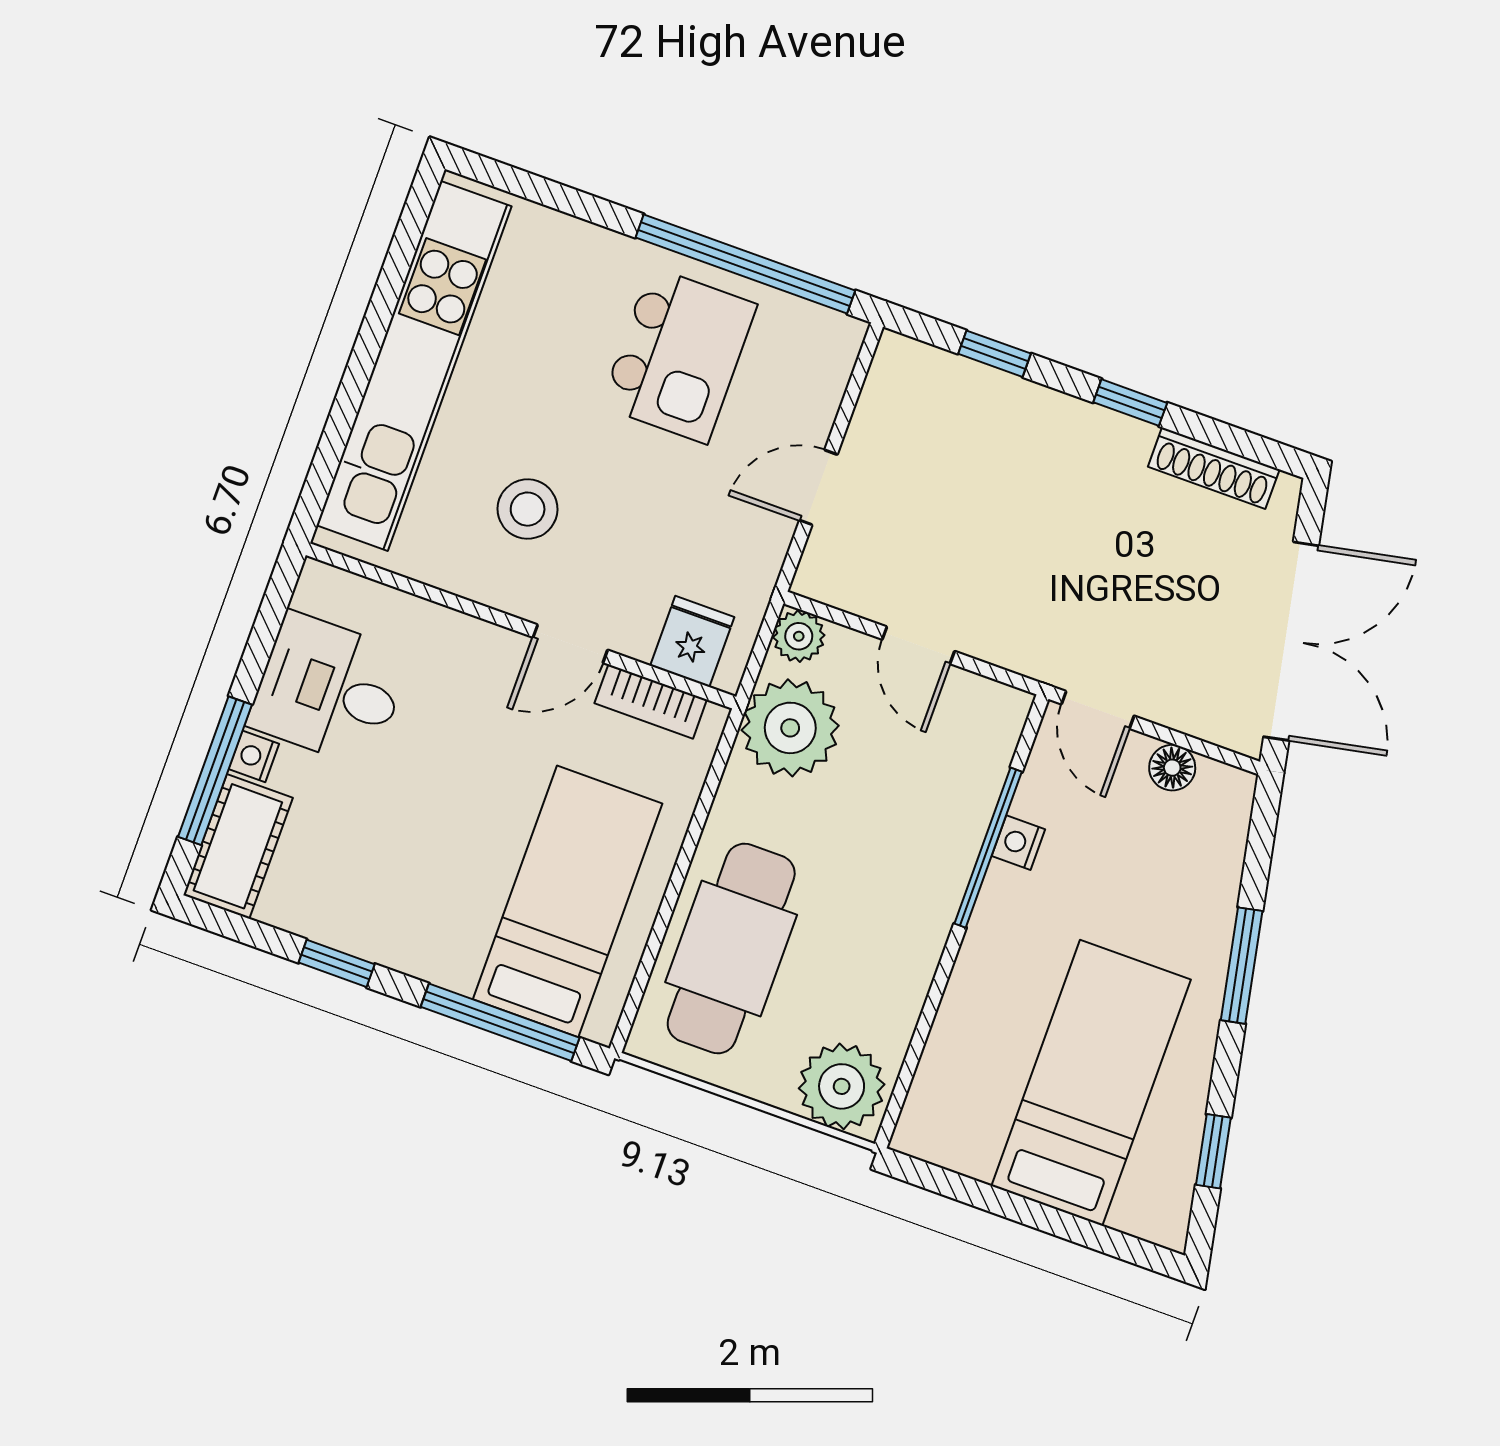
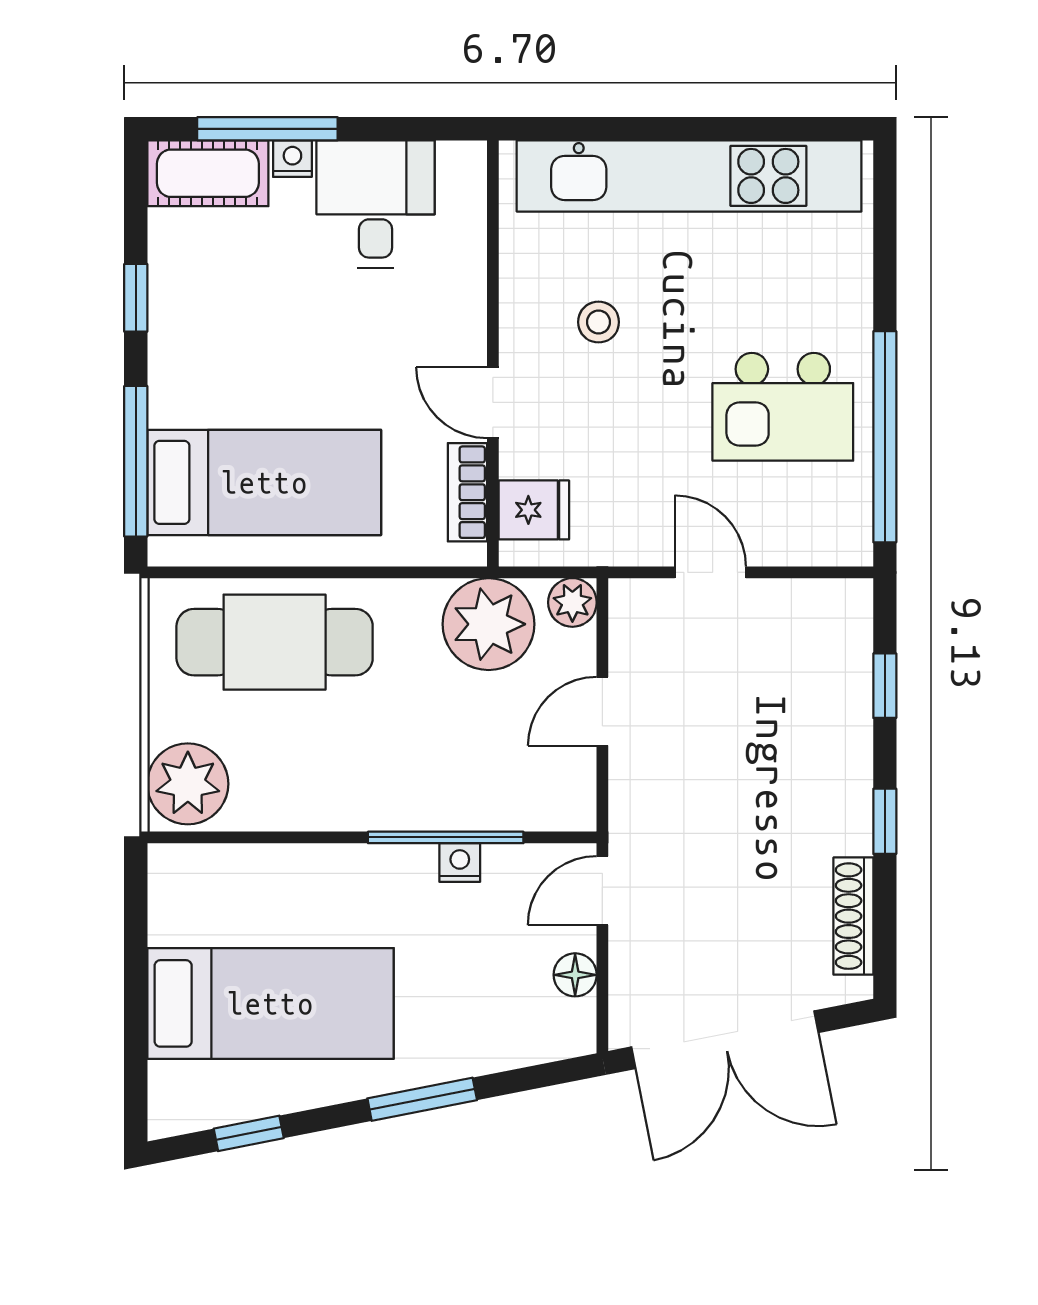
stool: (528, 509) -> (599, 322), width x0.73, depth x0.73

